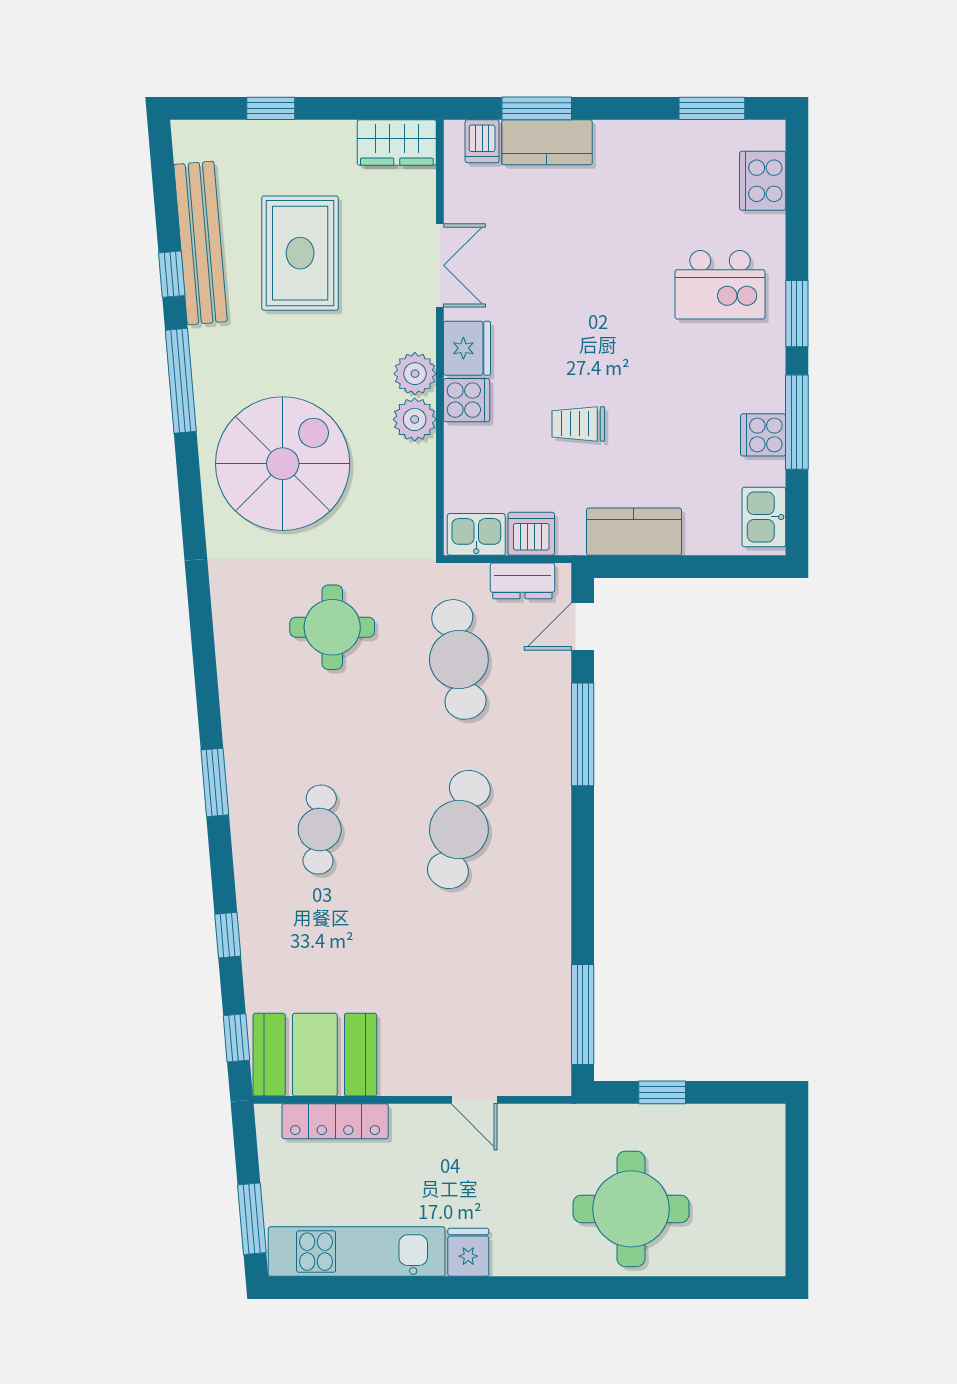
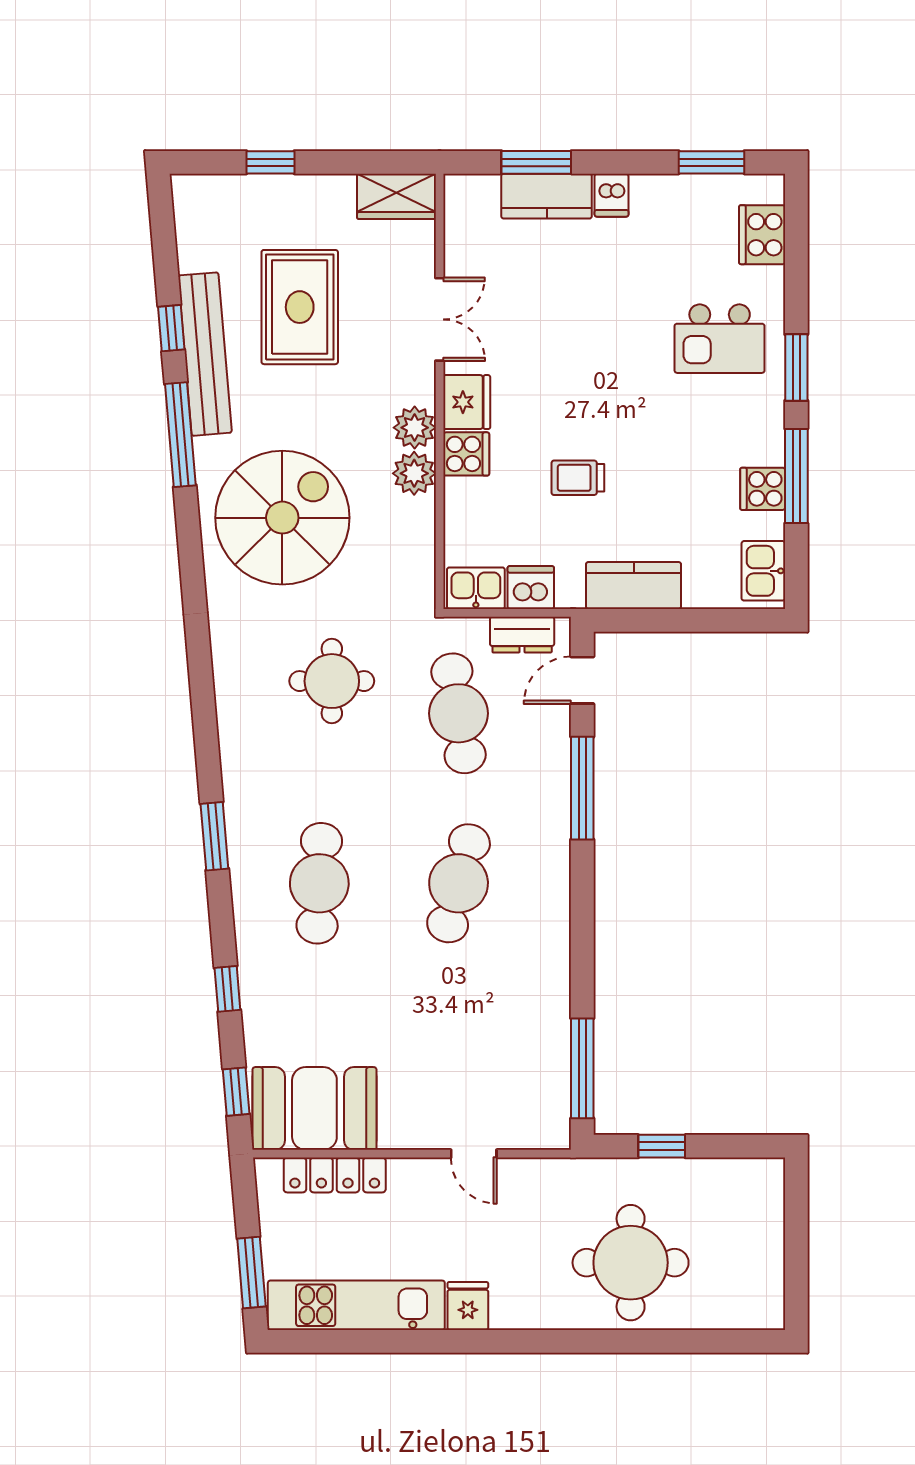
dishwasher: (482, 141) -> (612, 195), moved
bench: (200, 243) -> (205, 354), moved
cafe table: (320, 829) -> (319, 883), width x1.37, depth x1.35

